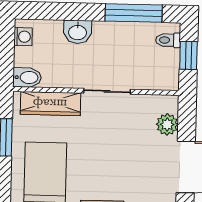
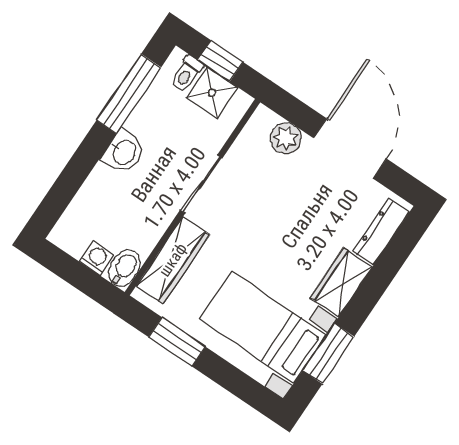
washbasin: (78, 32) -> (124, 152), moved
washing machine: (23, 37) -> (97, 258), moved
shower: (166, 63) -> (212, 93), added

